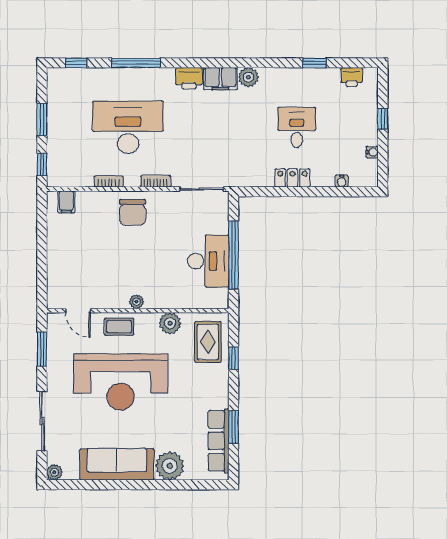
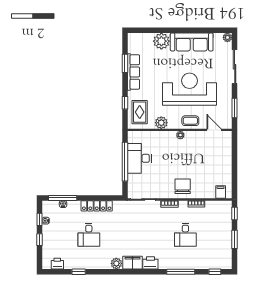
desk: (128, 127) -> (185, 235), width x0.53, depth x0.77
window: (383, 154) -> (40, 219), added
locker: (292, 178) -> (97, 206), width x1.53
window: (342, 192) -> (63, 198), added
row of seats: (219, 441) -> (134, 72), moved

